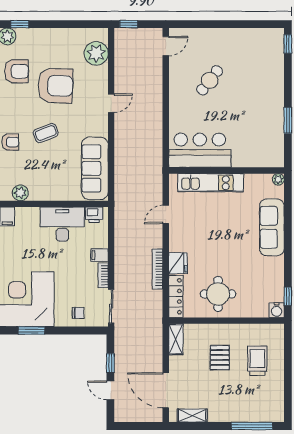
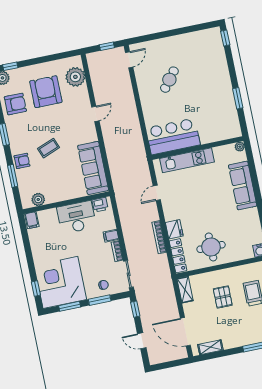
window: (129, 24) -> (107, 46), moved
armchair: (55, 86) -> (46, 92), moved, turned -92
window: (69, 330) -> (100, 300), added
window: (110, 363) -> (135, 309), moved

